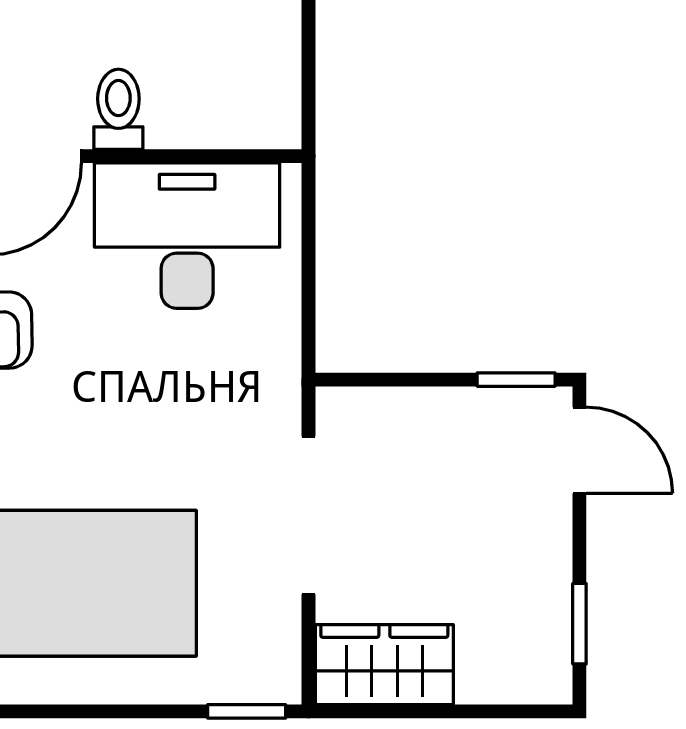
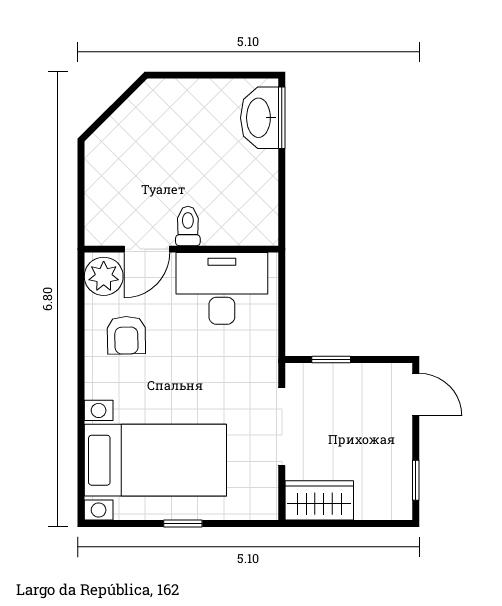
window: (516, 380) -> (331, 360), moved
window: (247, 711) -> (183, 524), moved

